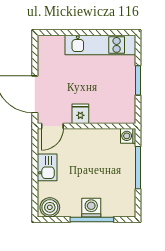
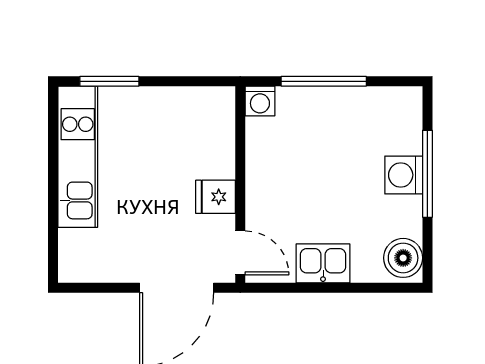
window: (138, 80) -> (109, 81), moved

